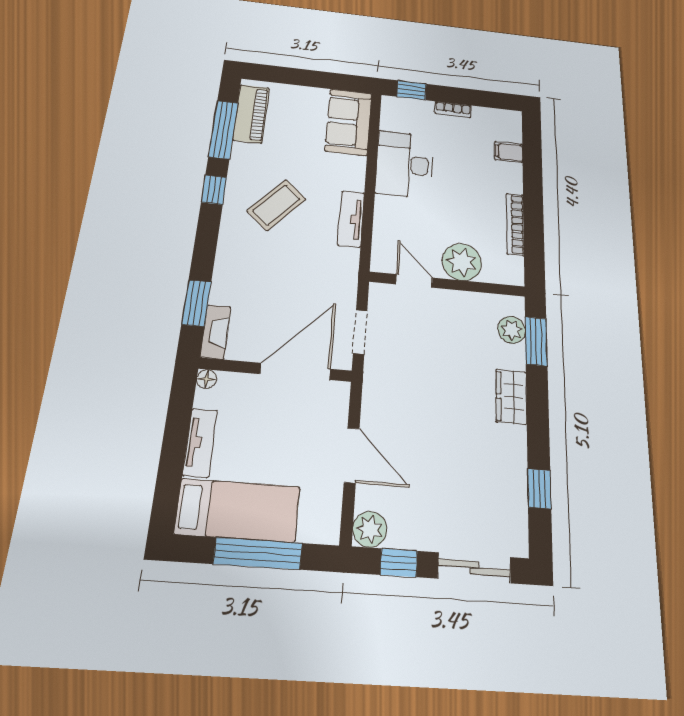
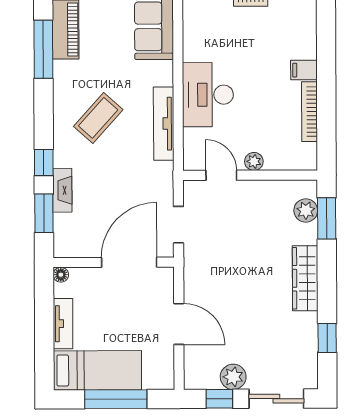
filing cabinet: (509, 152) -> (304, 70), moved
desk: (405, 164) -> (208, 95), moved
window: (214, 190) -> (44, 162), moved
tv unit: (351, 219) -> (164, 124), width x1.41
plant: (462, 262) -> (254, 161), width x0.53, depth x0.53
fireplace: (216, 332) -> (62, 190), moved
wardrobe: (511, 397) -> (305, 278), width x1.50
plant: (370, 529) -> (233, 377), moved

